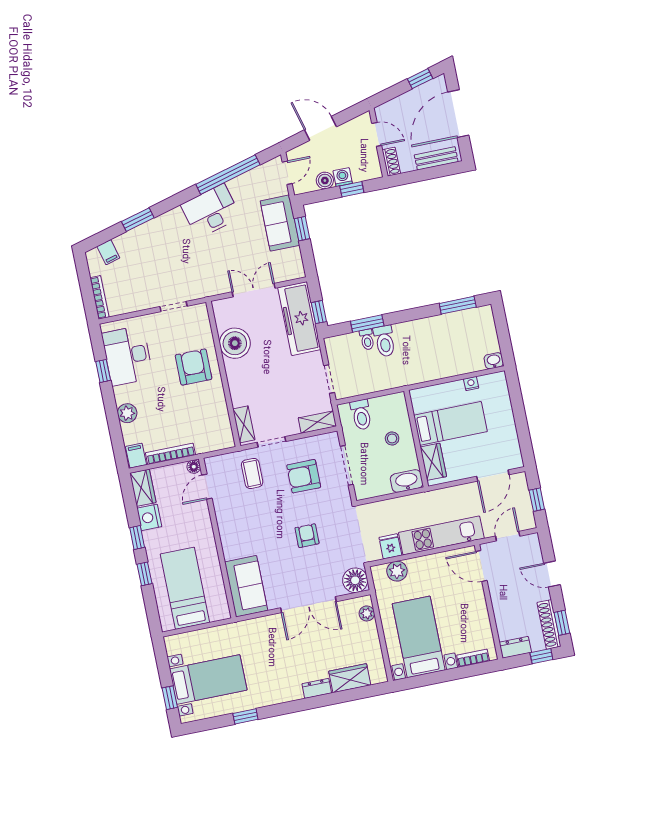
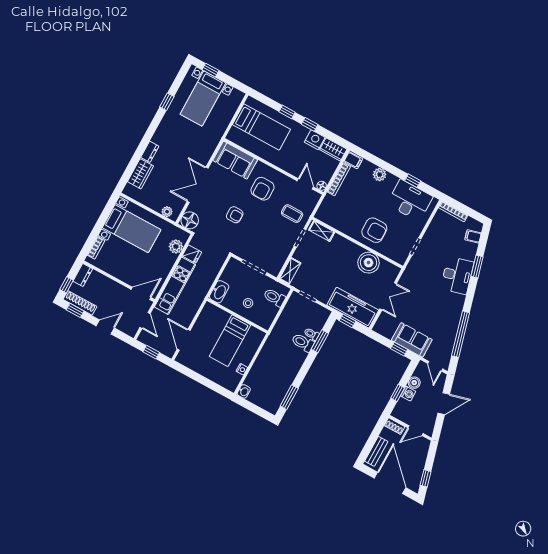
desk: (211, 211) -> (457, 275), moved
wardrobe: (433, 462) -> (217, 314), removed
armchair: (304, 476) -> (262, 189), moved, turned 180

